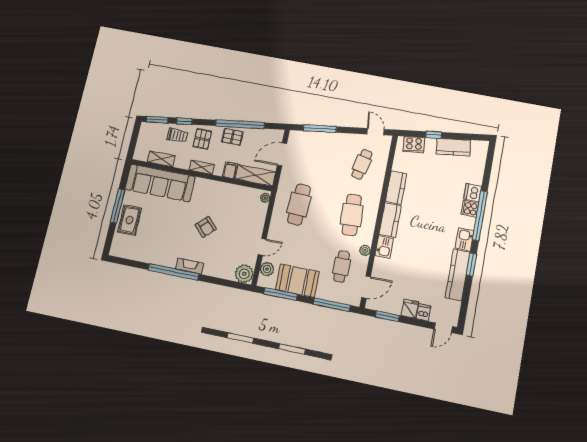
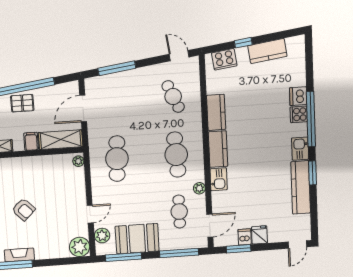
cafe table: (362, 164) -> (173, 97), turned -36
dishwasher: (424, 312) -> (245, 237), moved

